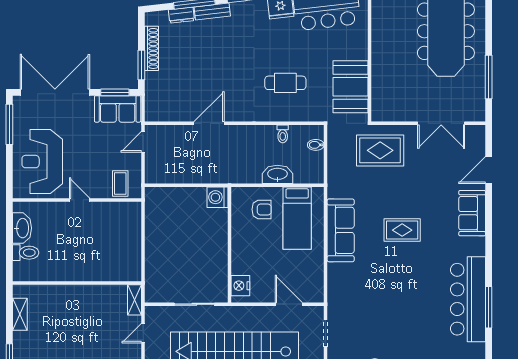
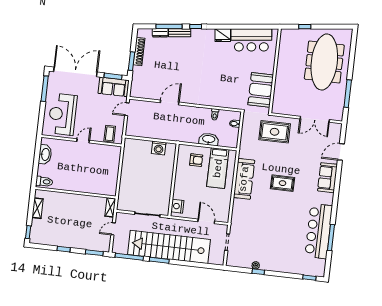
cafe table: (285, 83) -> (220, 83), removed
washing machine: (217, 197) -> (159, 148), moved, turned -90
door: (80, 200) -> (83, 141), hinge flipped
toilet: (26, 253) -> (44, 182), moved

